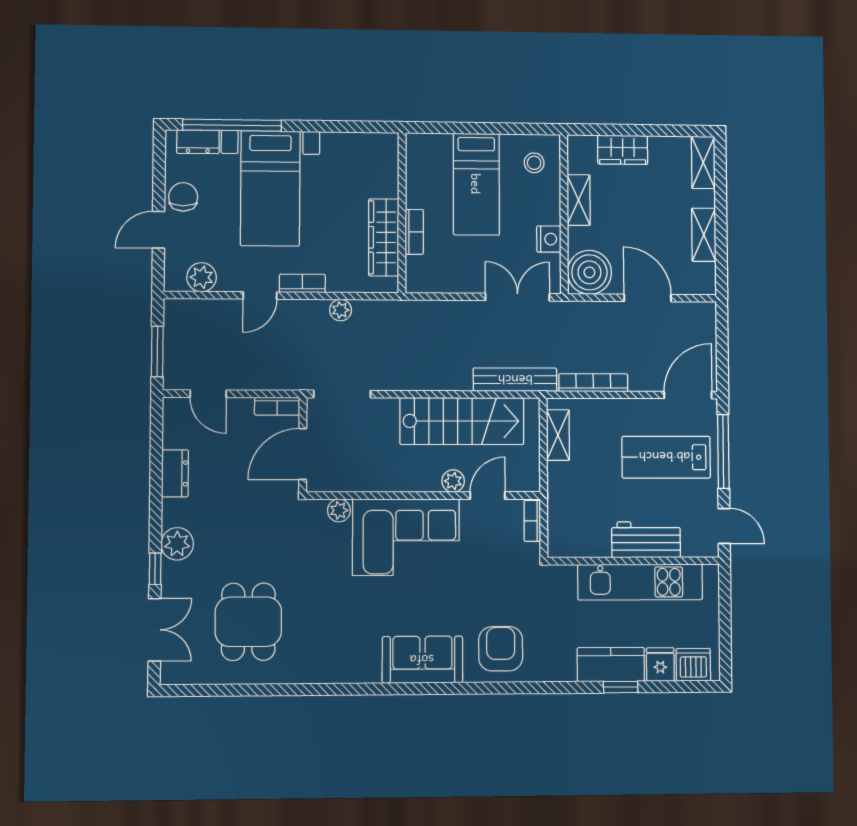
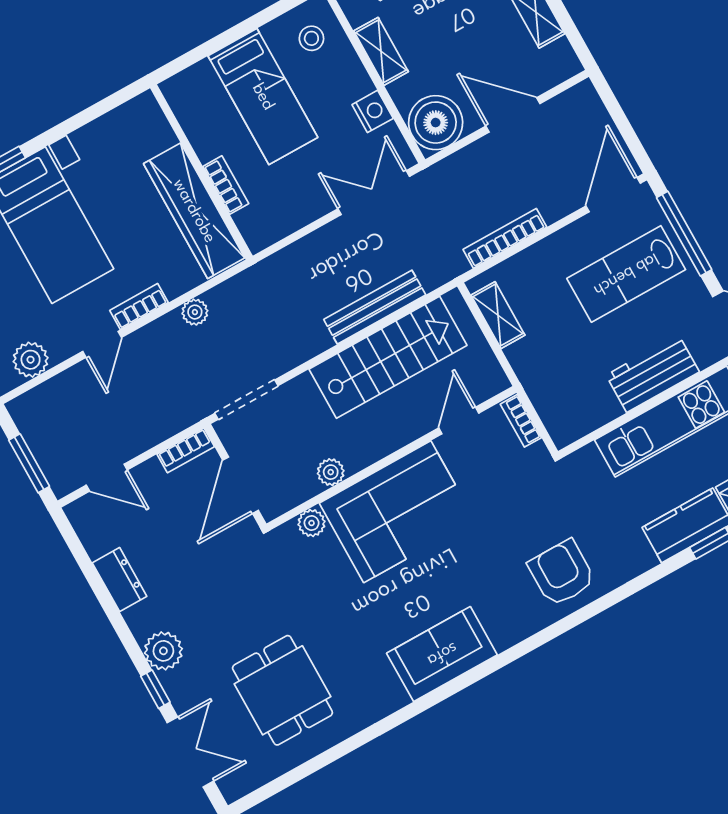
wardrobe: (384, 237) -> (194, 211), width x1.40, depth x1.17
bench: (515, 380) -> (375, 307), moved
plant: (453, 481) -> (331, 472), moved
sofa: (422, 660) -> (442, 654), moved

